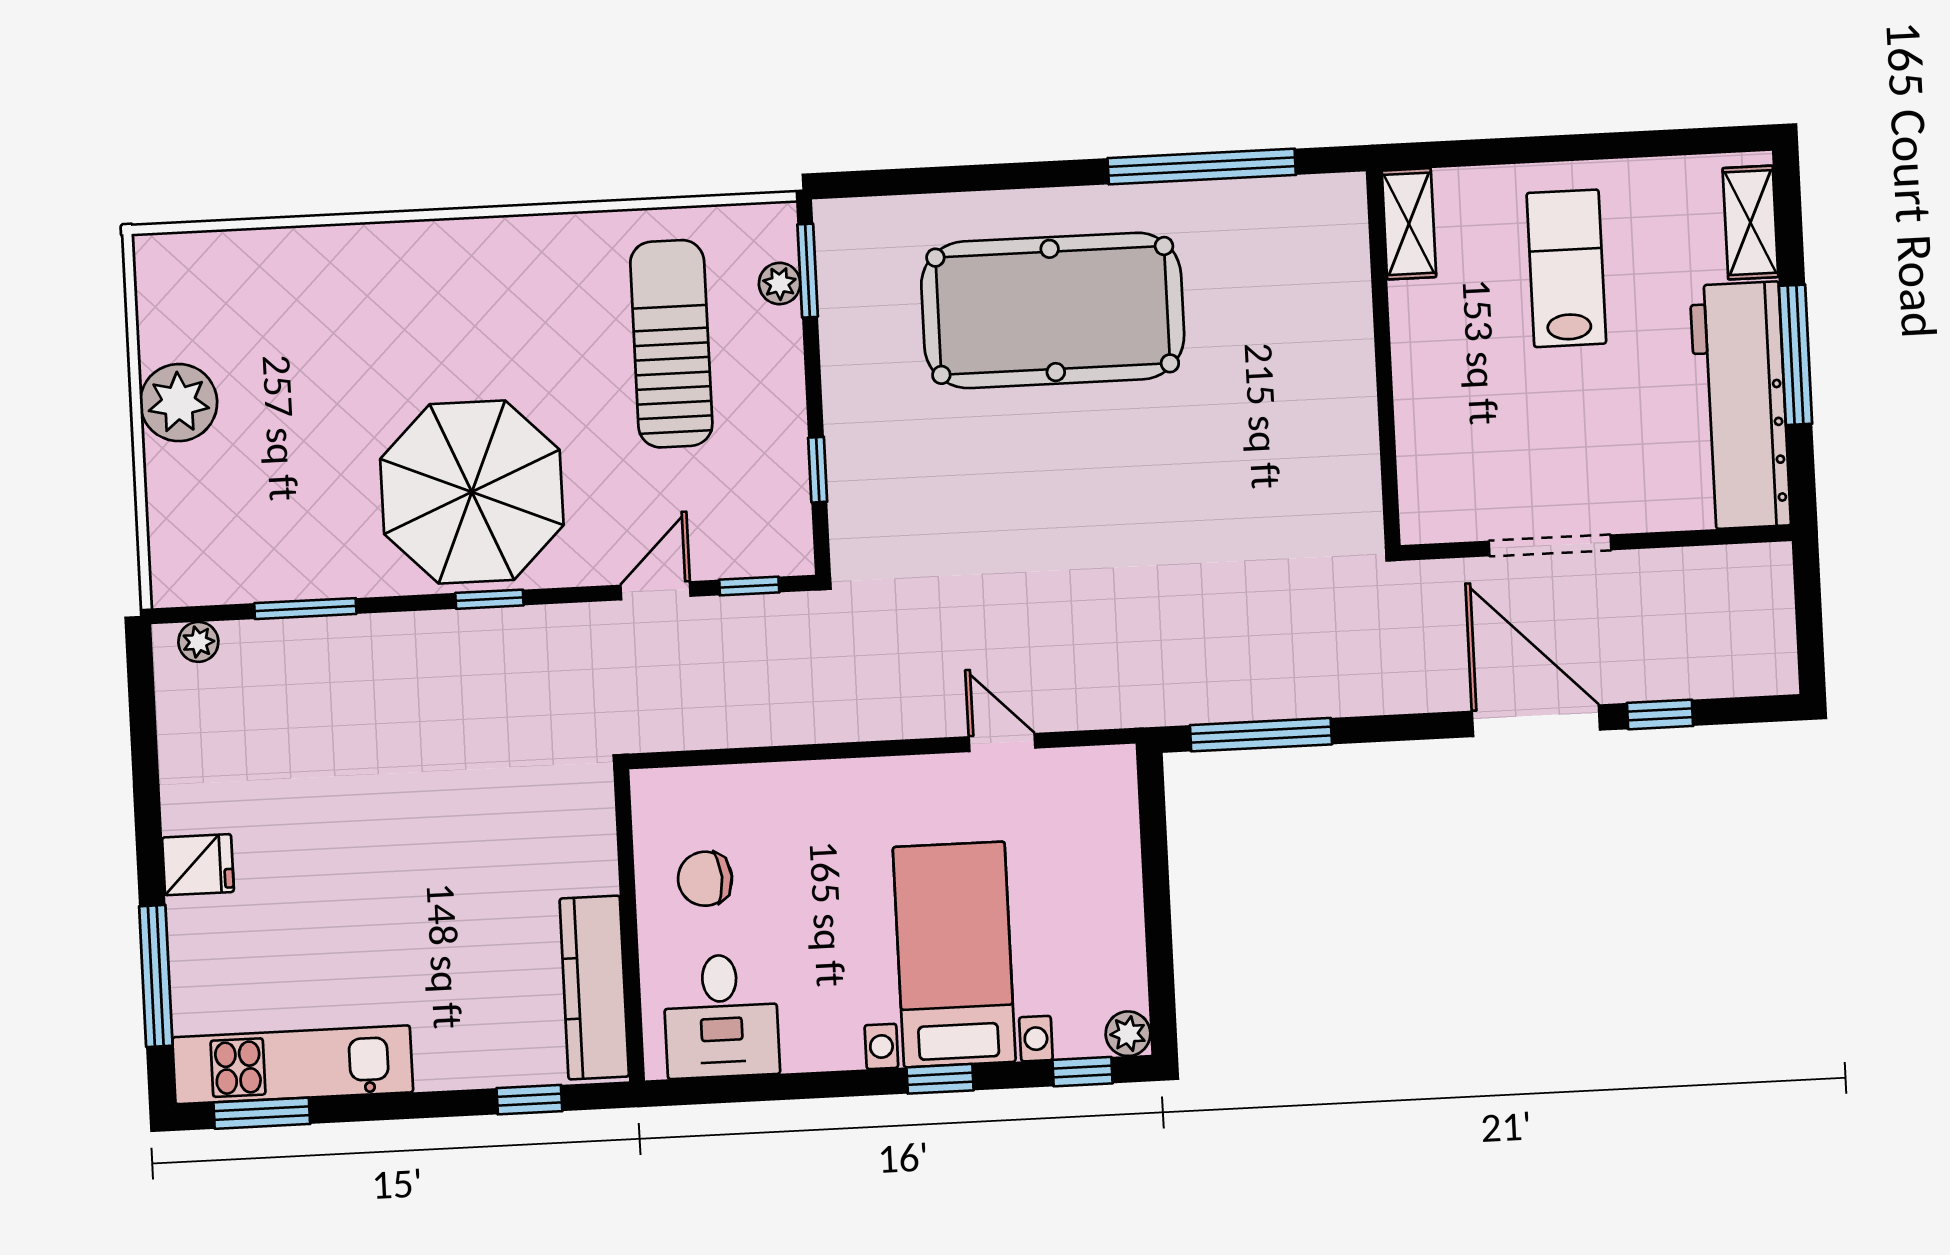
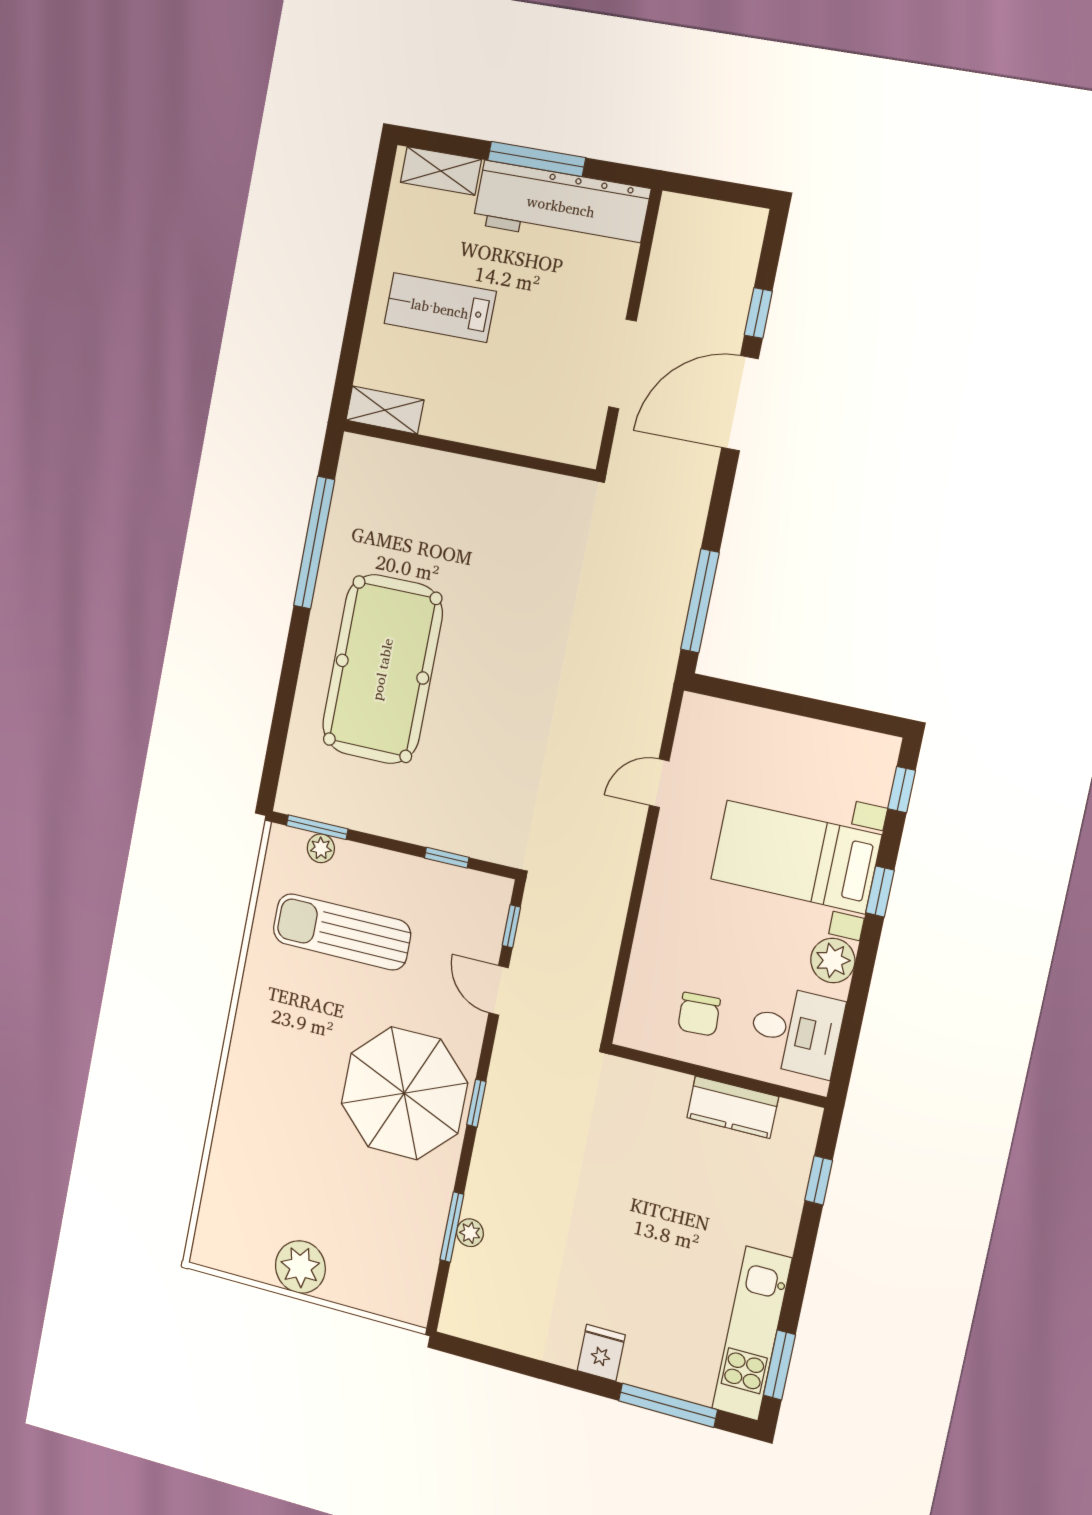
plant: (198, 642) -> (470, 1233), moved
kitchen counter: (594, 988) -> (733, 1107), width x0.67
plant: (1128, 1034) -> (833, 960), moved, width x1.38, depth x1.38

